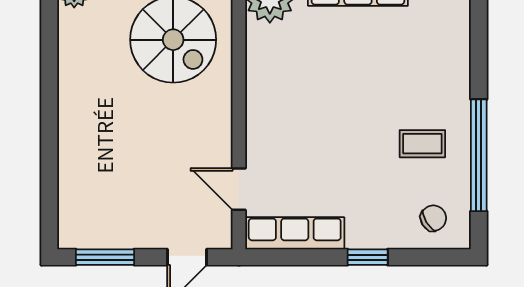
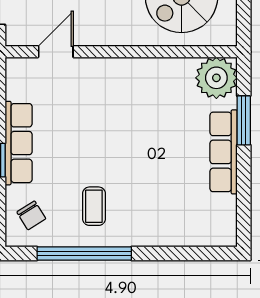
row of seats: (295, 233) -> (19, 143), moved

